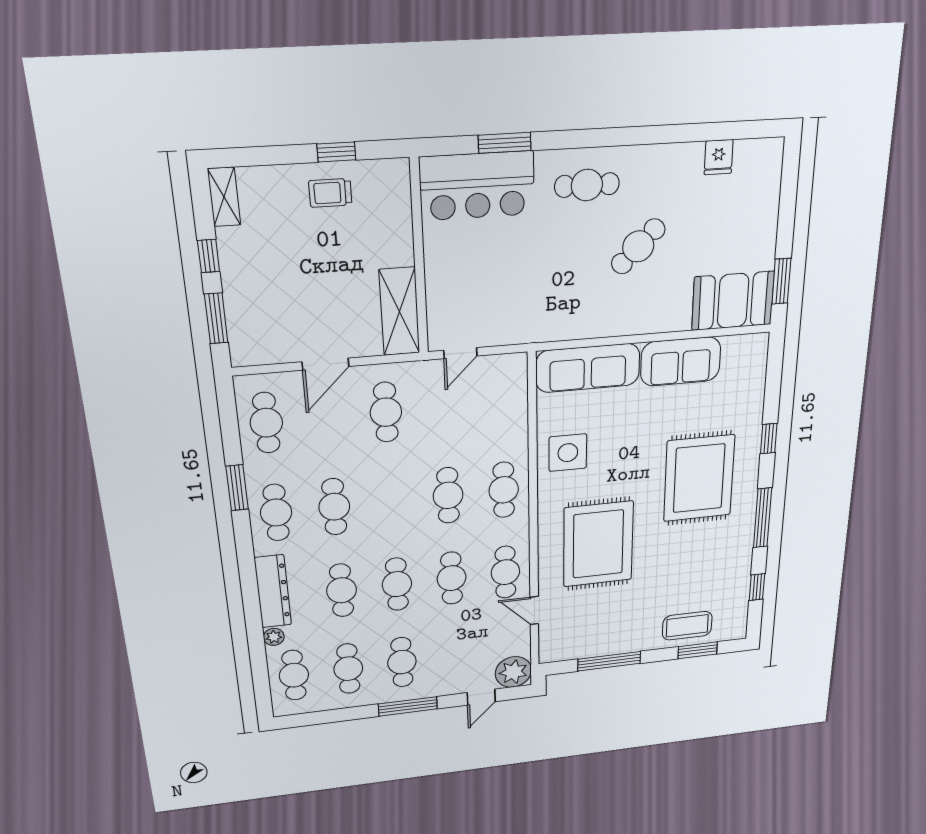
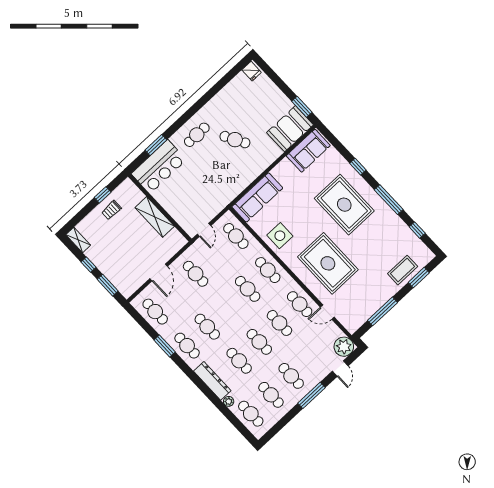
fridge: (719, 157) -> (252, 71), moved
cafe table: (638, 246) -> (235, 140), turned -74
shelving: (399, 312) -> (155, 217), moved
sofa: (681, 361) -> (308, 151), moved
cafe table: (502, 402) -> (236, 236), added

